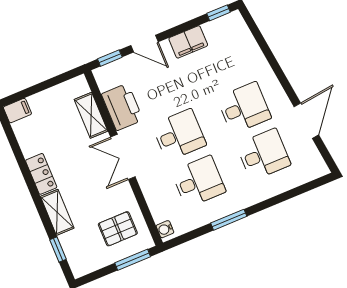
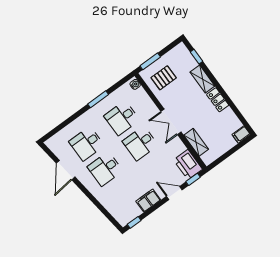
printer: (122, 107) -> (188, 165), moved
double door: (123, 157) -> (171, 122), swing flipped

